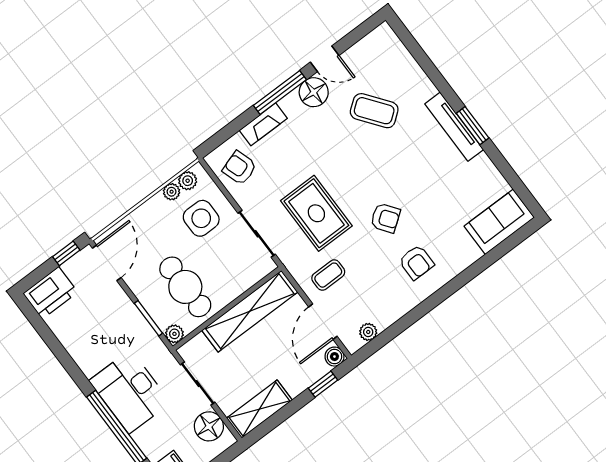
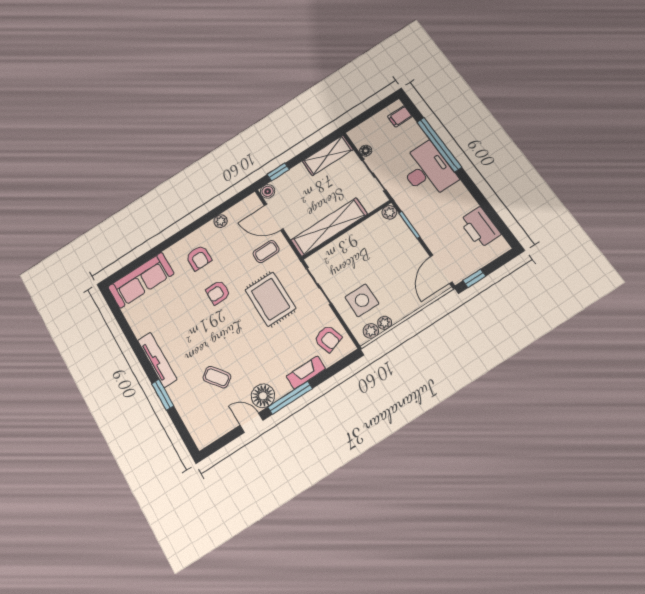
coffee table: (374, 111) -> (217, 377), width x0.73, depth x0.77
window: (473, 126) -> (163, 395), moved
armchair: (385, 218) -> (218, 292), turned -54
sofa: (499, 222) -> (141, 280), width x1.36
armchair: (416, 262) -> (199, 258), turned 180
cafe table: (185, 287) -> (378, 248), removed
printer: (50, 293) -> (480, 227), moved, turned -90
door: (323, 322) -> (274, 217), swing flipped
plant: (368, 332) -> (221, 221), moved
floor lamp: (209, 426) -> (366, 151), width x0.53, depth x0.53

